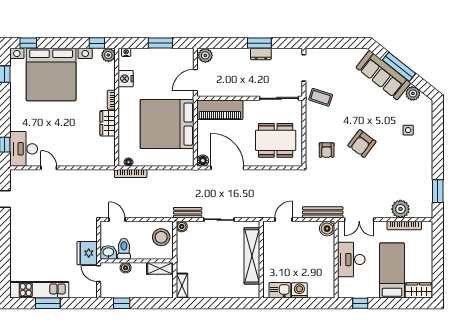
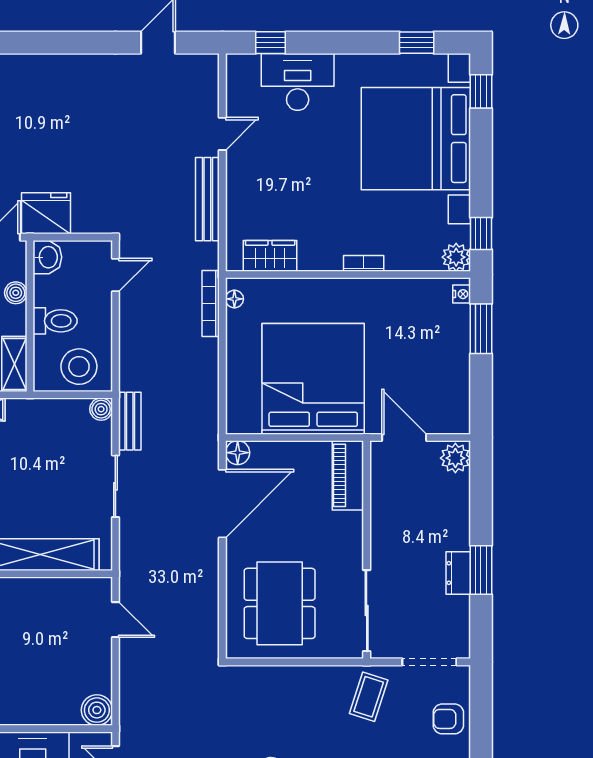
window: (160, 43) -> (481, 329), moved
nightstand: (126, 79) -> (407, 293), removed
piano: (220, 110) -> (348, 475), width x0.73, depth x0.75
wardrobe: (108, 123) -> (270, 256), moved
desk: (24, 149) -> (298, 82), moved
armchair: (327, 150) -> (448, 719), moved
bench: (323, 212) -> (207, 199), moved
toilet: (124, 249) -> (55, 321), moved

